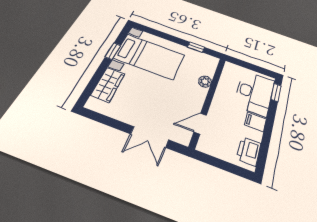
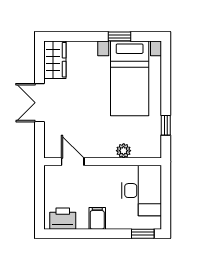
wardrobe: (108, 85) -> (55, 60), moved, turned -90
desk: (254, 93) -> (141, 191), moved, turned -90
double door: (150, 137) -> (40, 103), moved

